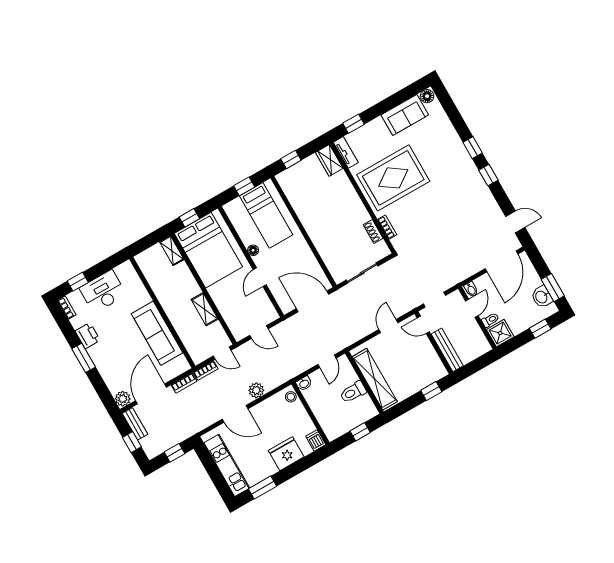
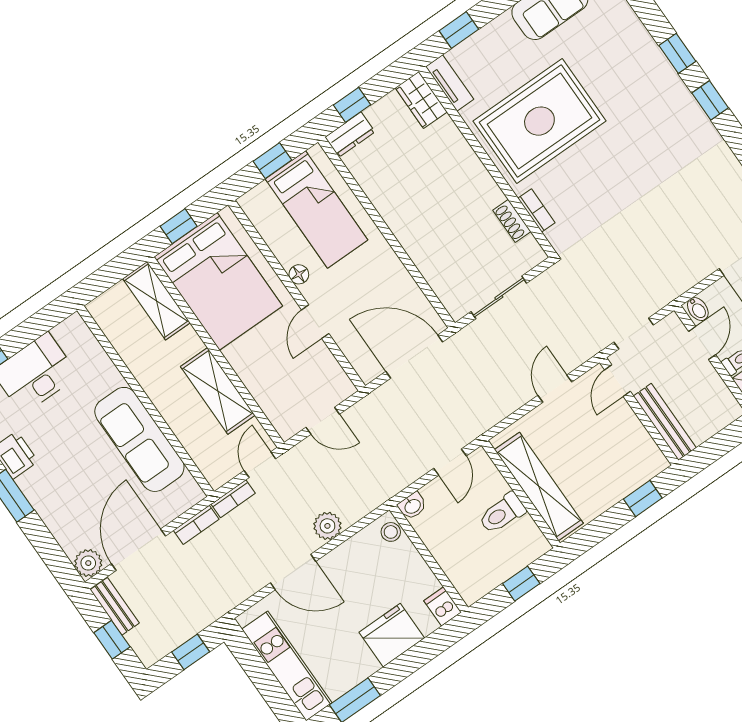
dresser: (288, 176) -> (350, 135), added
shelving: (172, 251) -> (156, 301), width x1.50, depth x1.33
shelving: (205, 309) -> (218, 391), width x1.50, depth x1.33
door: (423, 325) -> (618, 381), hinge flipped
door: (222, 353) -> (260, 465), swing flipped

